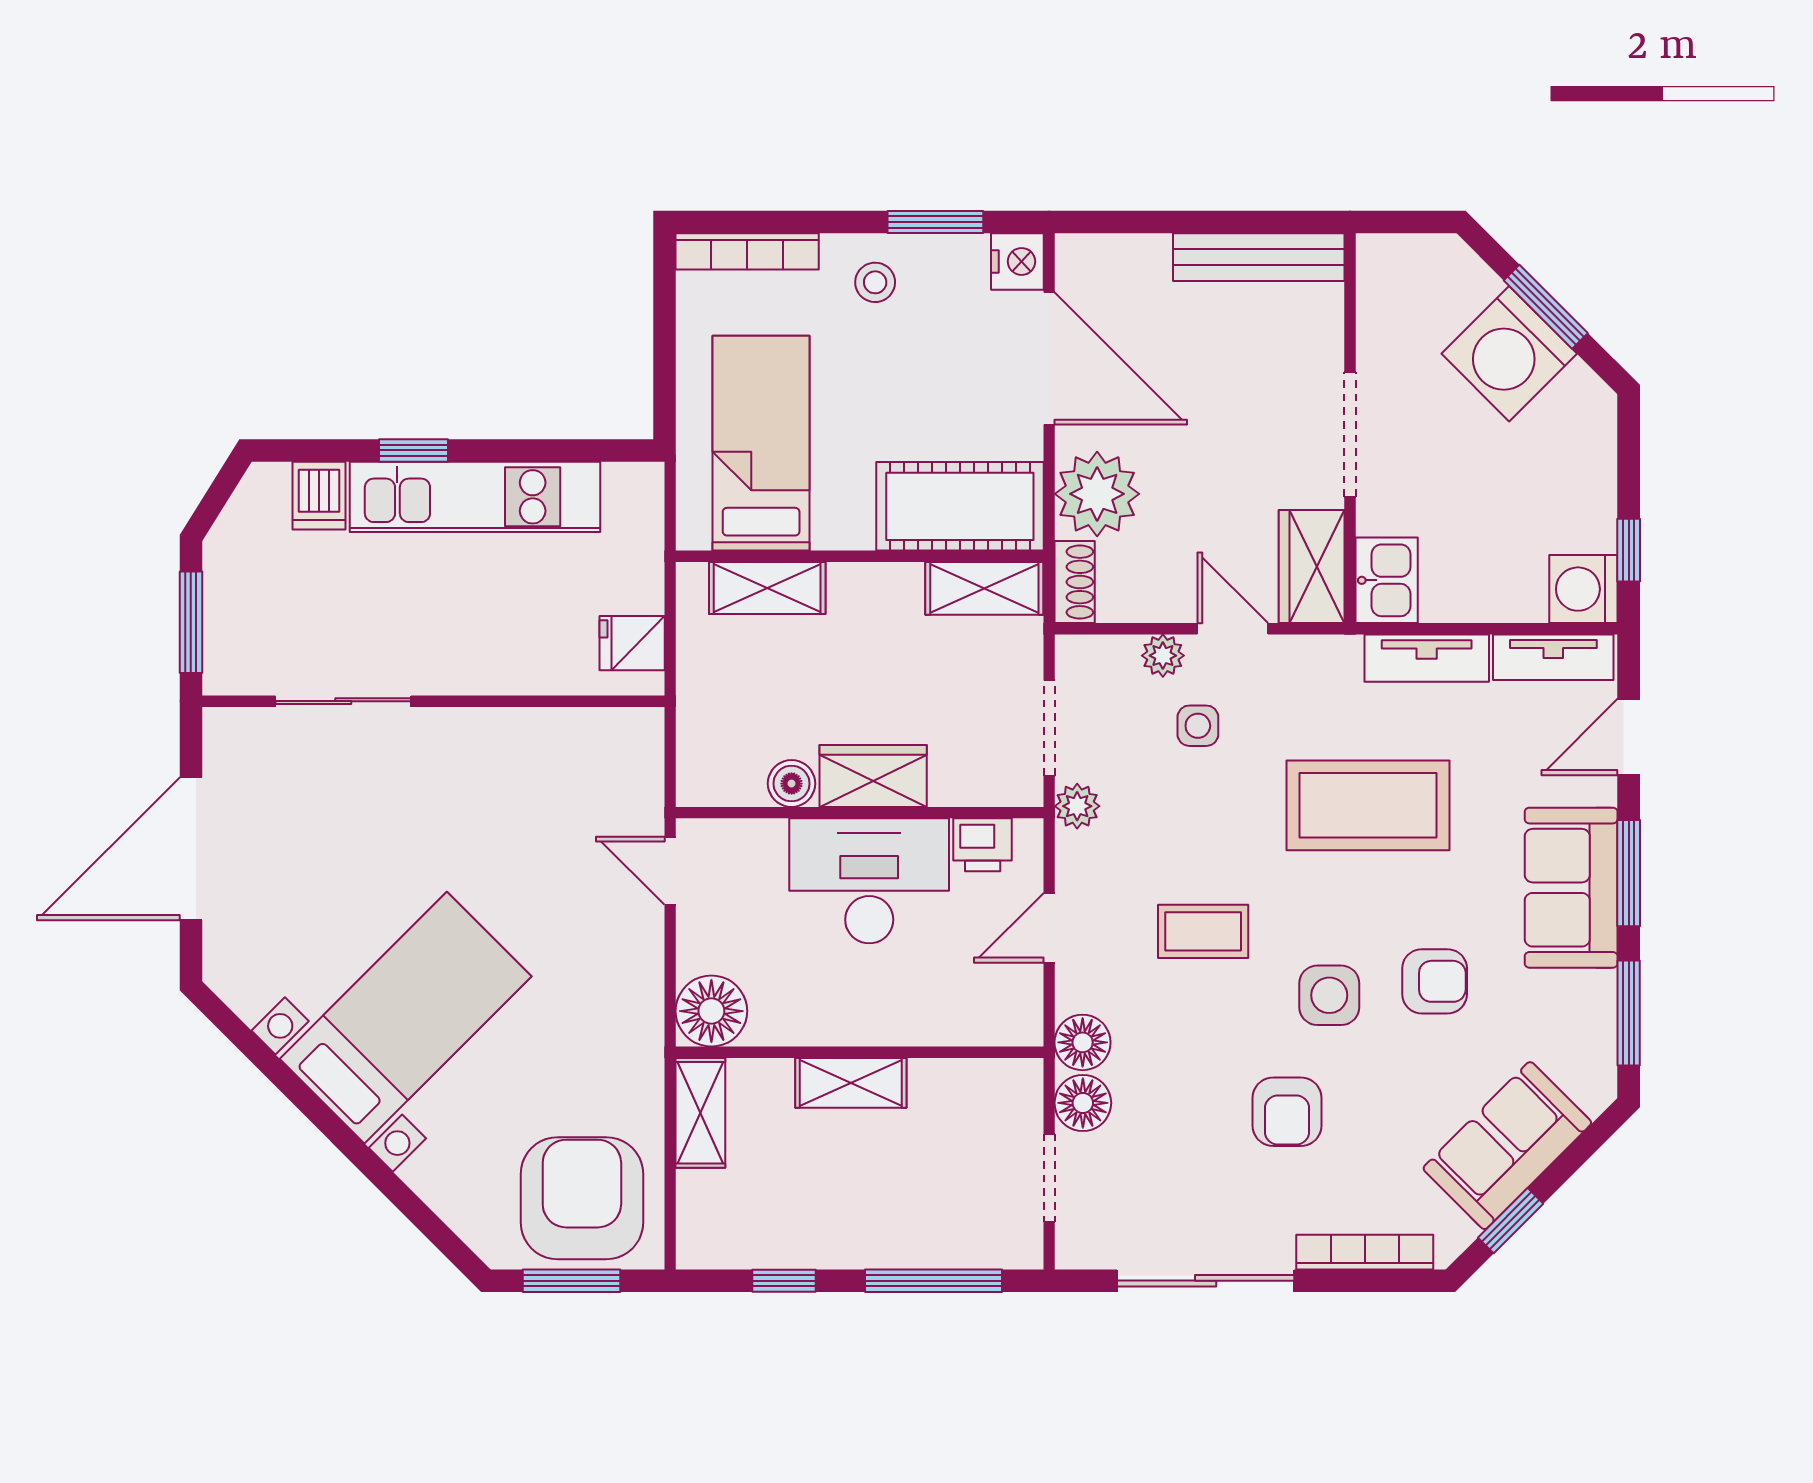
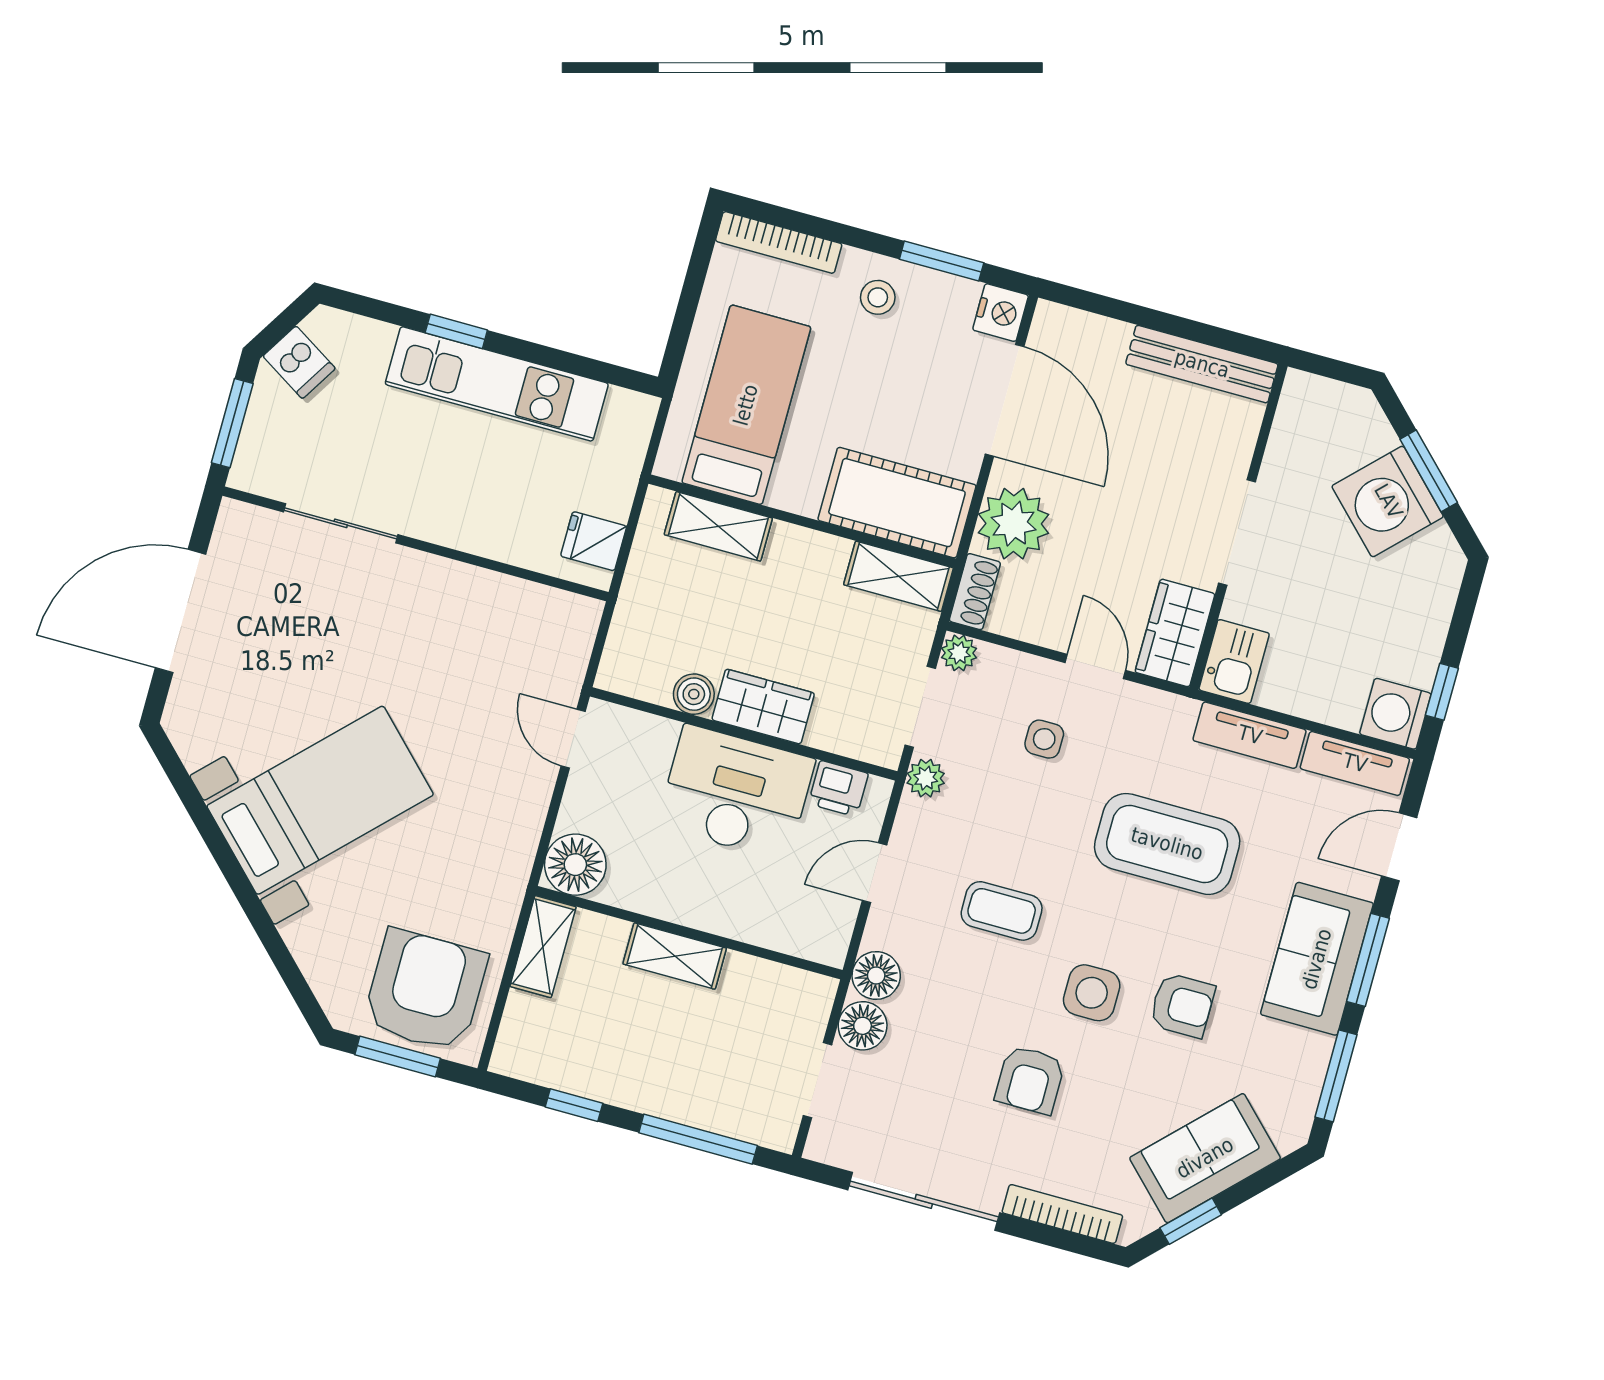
dishwasher: (319, 496) -> (299, 362), moved, turned -58
plant: (1163, 656) -> (959, 653), moved

